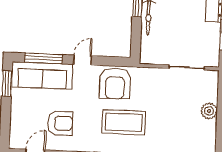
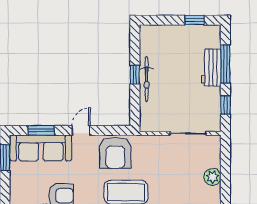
window: (44, 58) -> (41, 130), width x0.69

